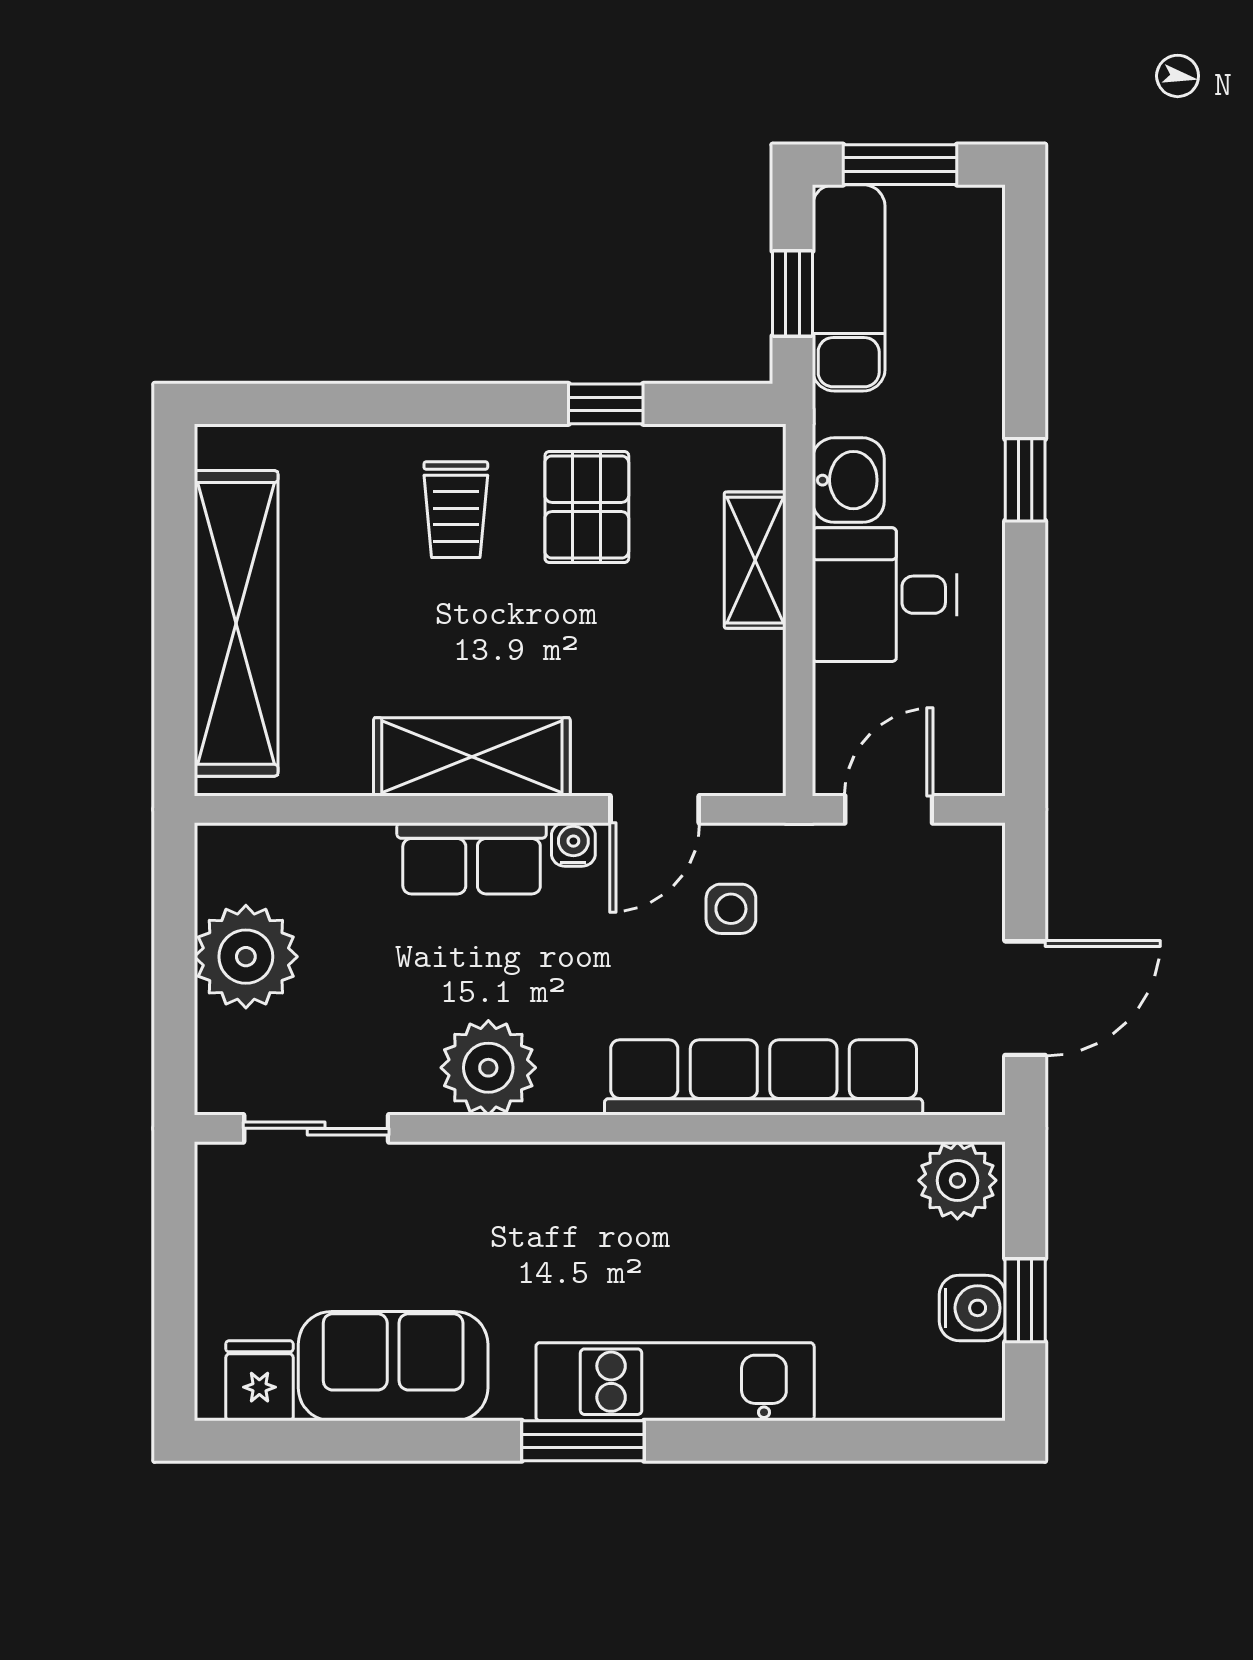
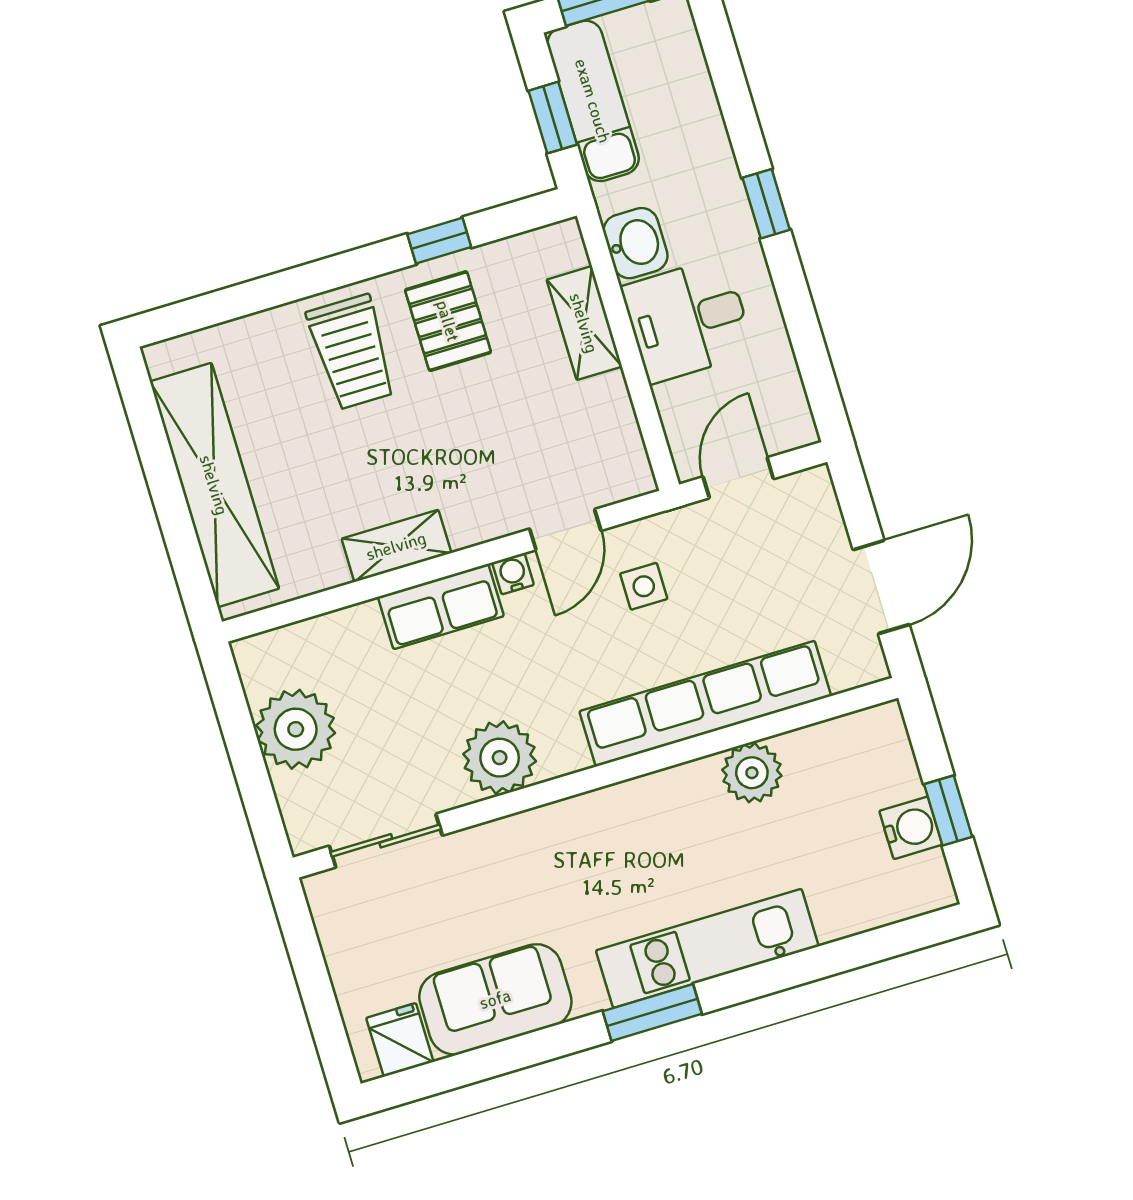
trolley: (456, 510) -> (352, 352), width x1.36, depth x1.39
shelving: (472, 757) -> (396, 546), width x0.67, depth x0.75
plant: (957, 1180) -> (752, 773), moved

